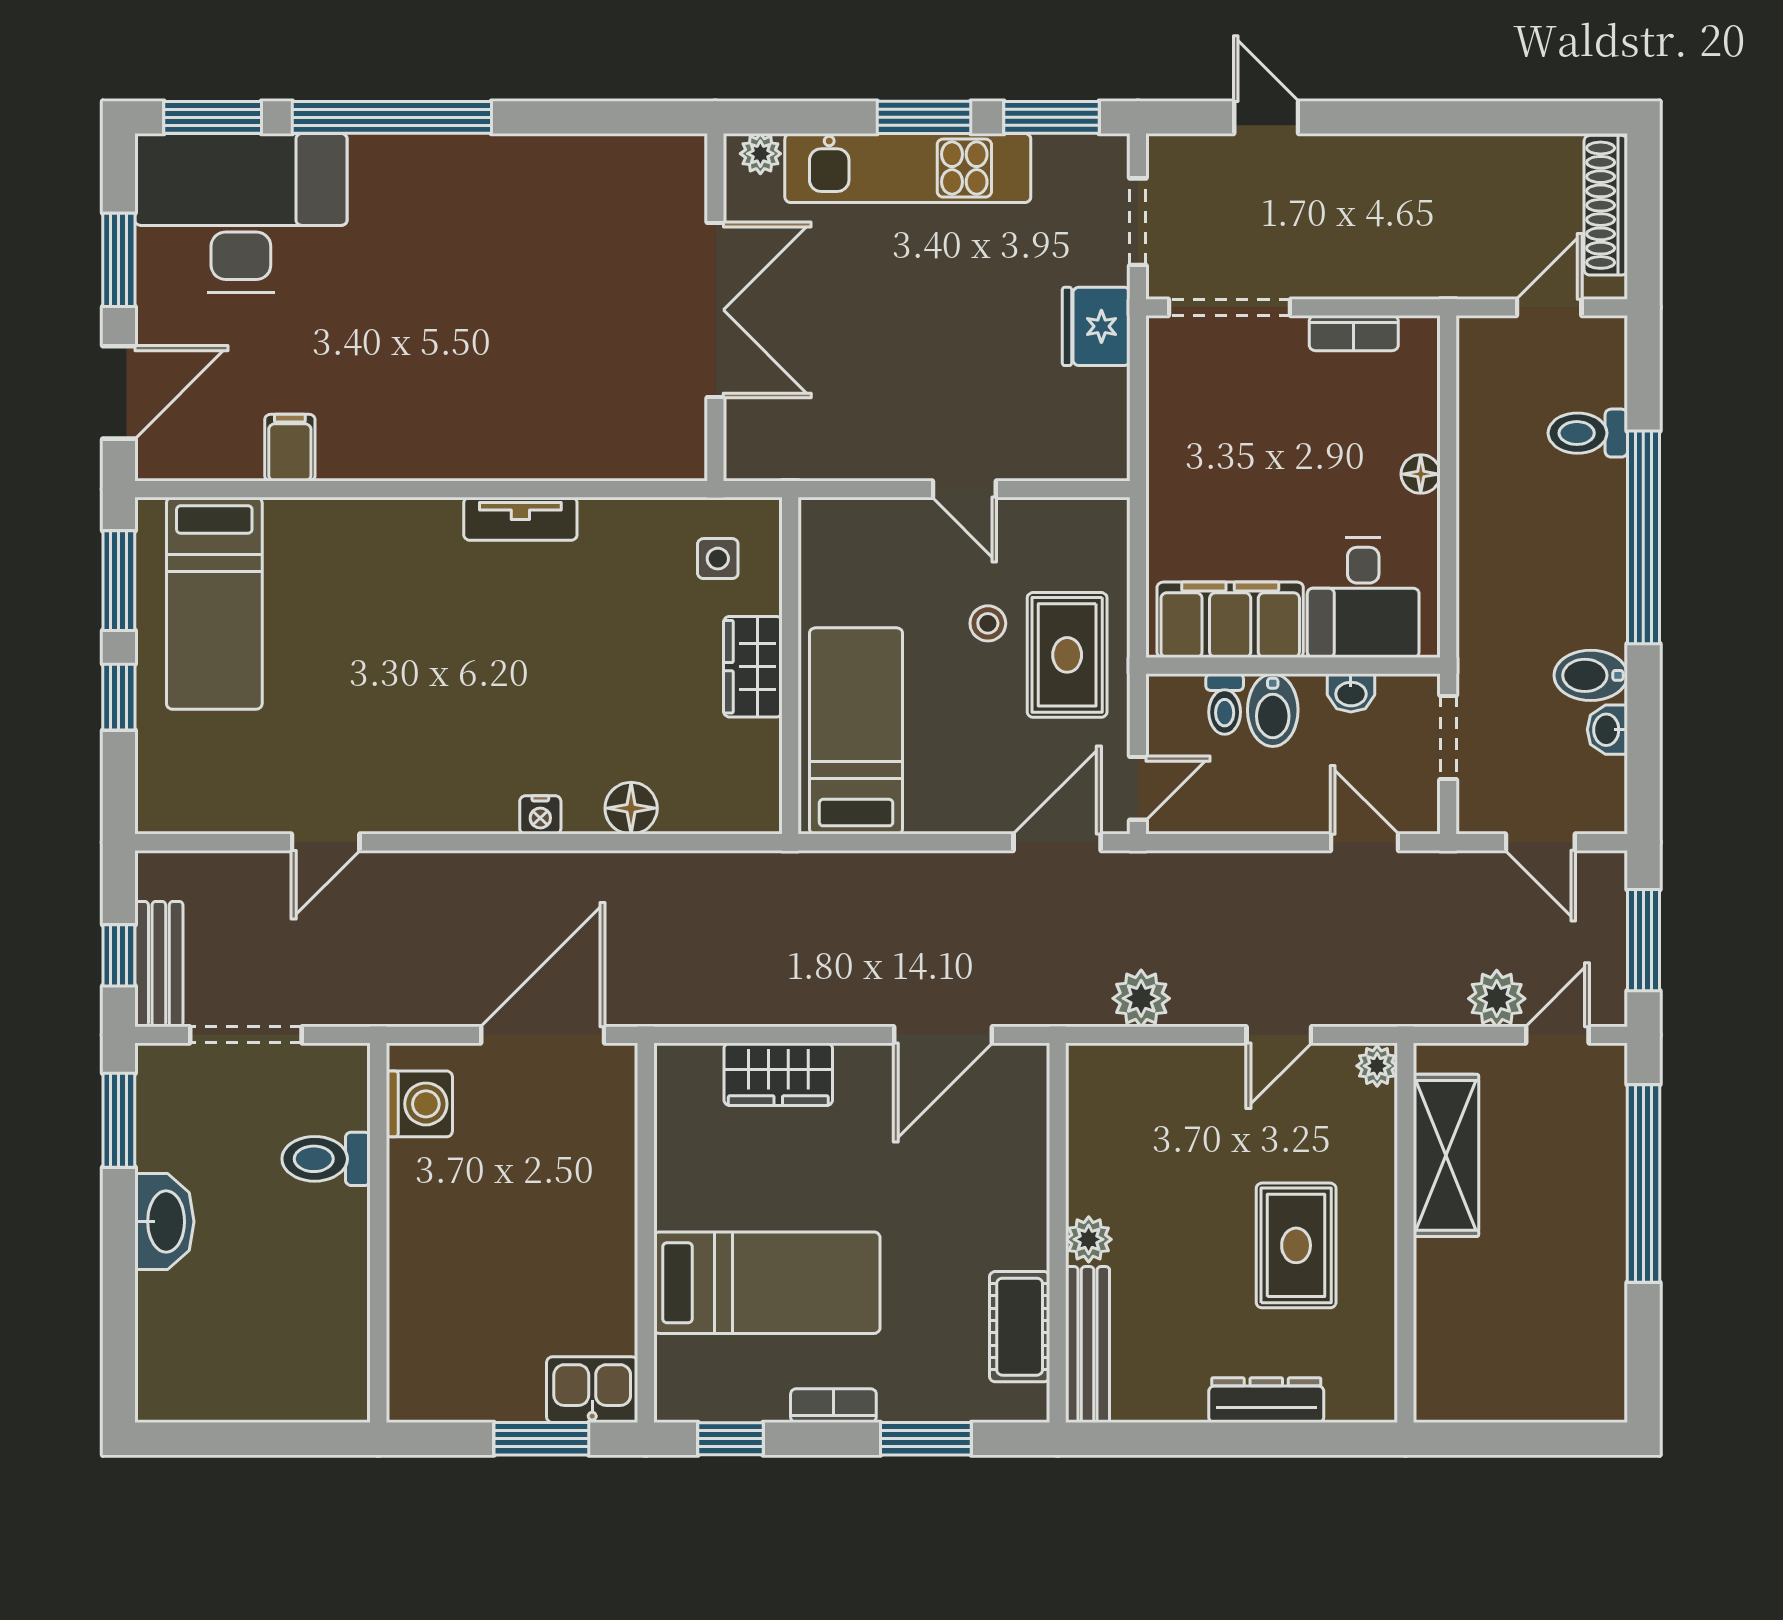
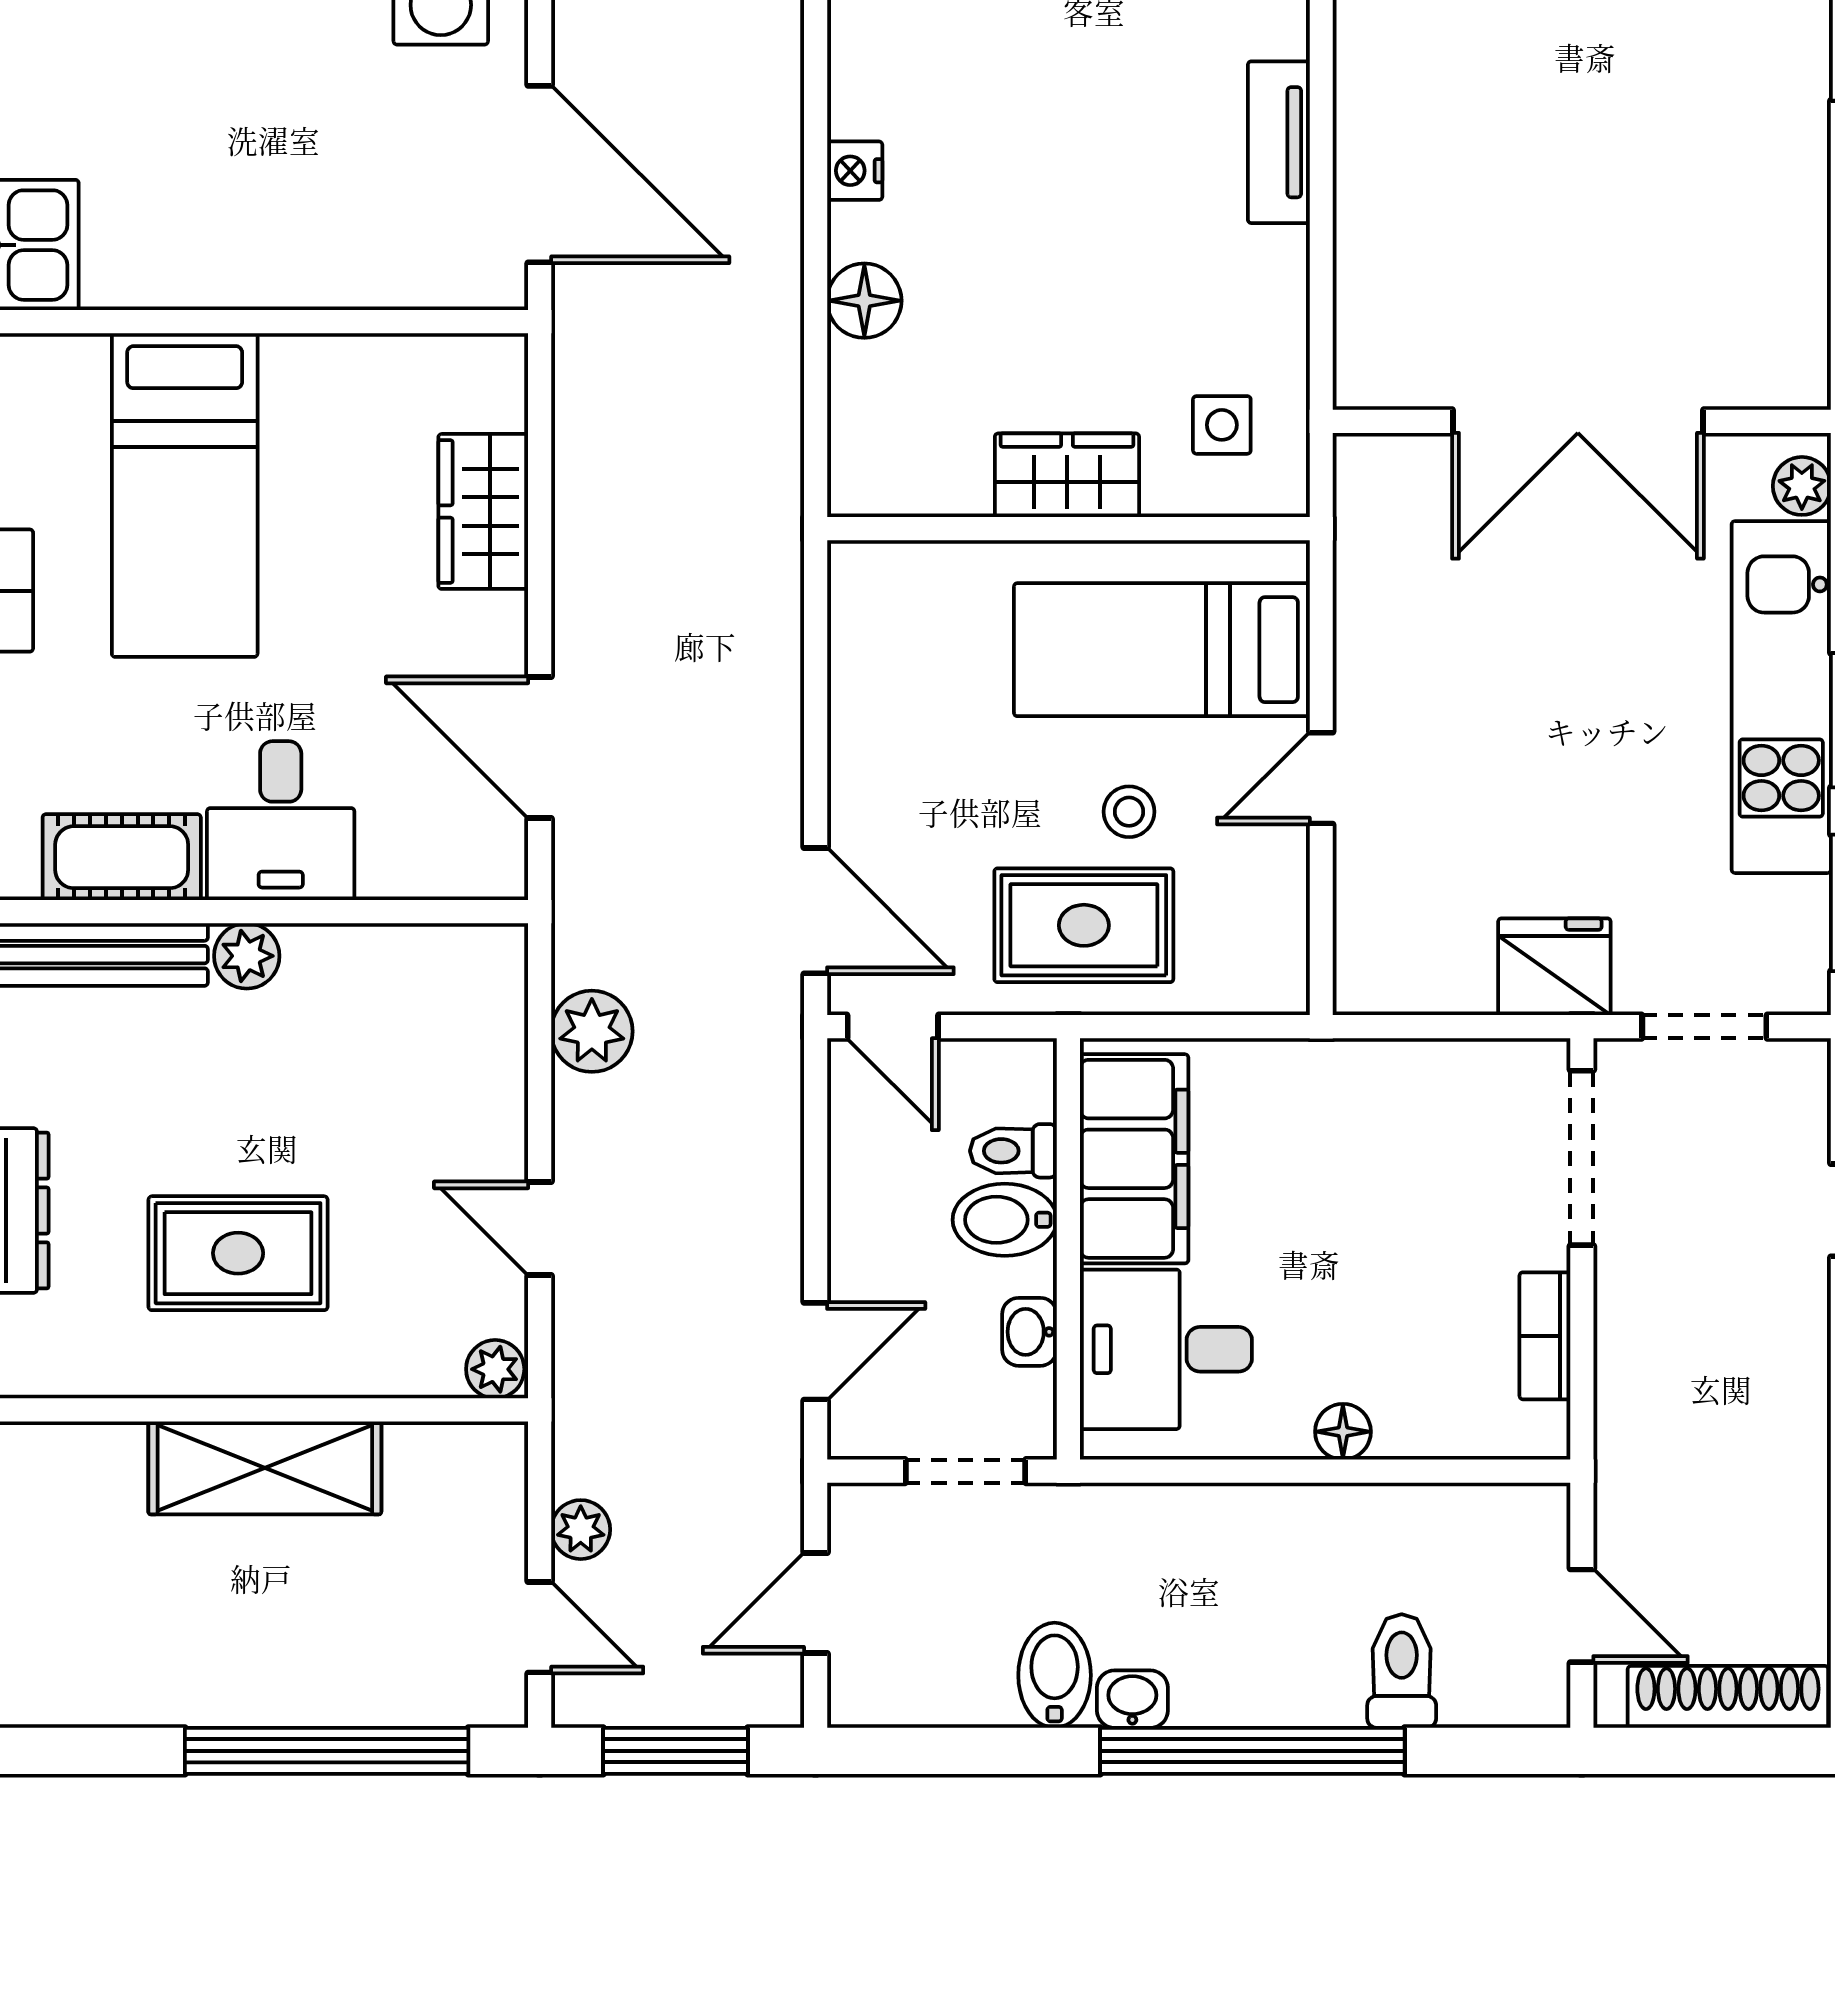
washbasin: (1607, 730) -> (1132, 1699), moved
bed: (856, 731) -> (1162, 650), moved, turned 180
plant: (1497, 999) -> (581, 1530), width x0.73, depth x0.73
shelving: (1446, 1155) -> (265, 1468), moved
desk: (994, 1216) -> (281, 821), added

